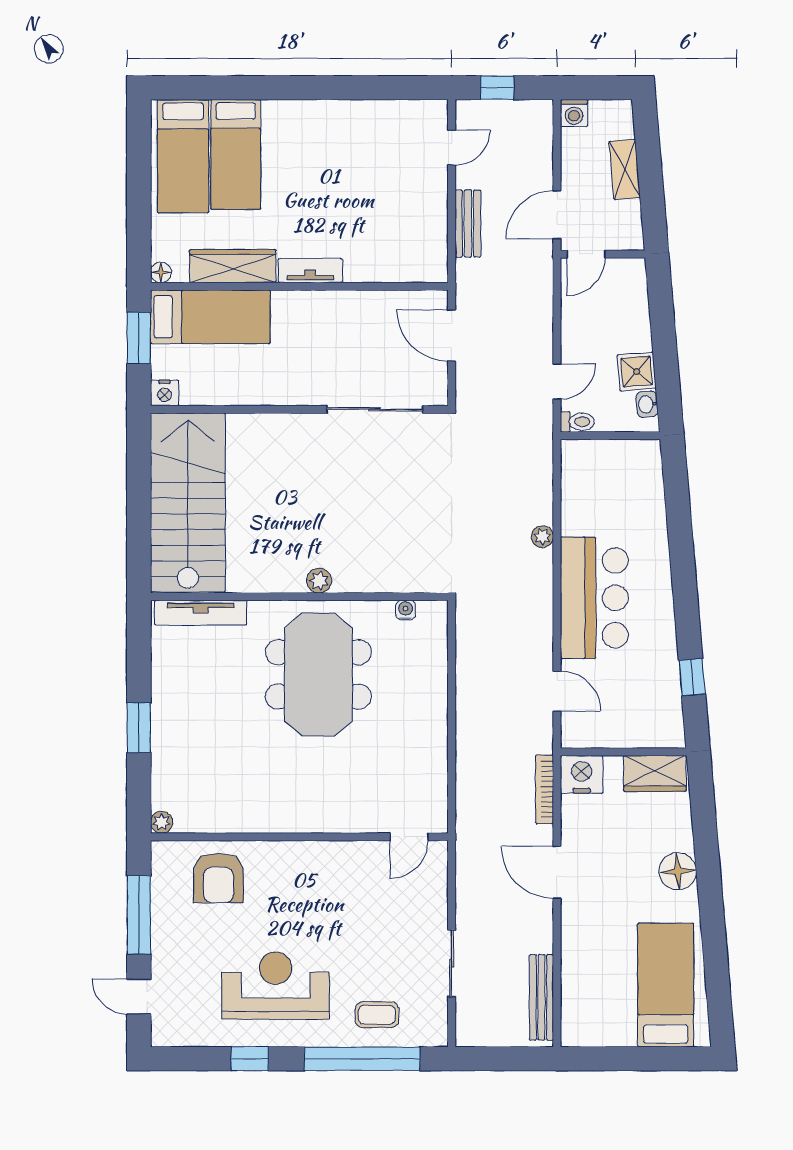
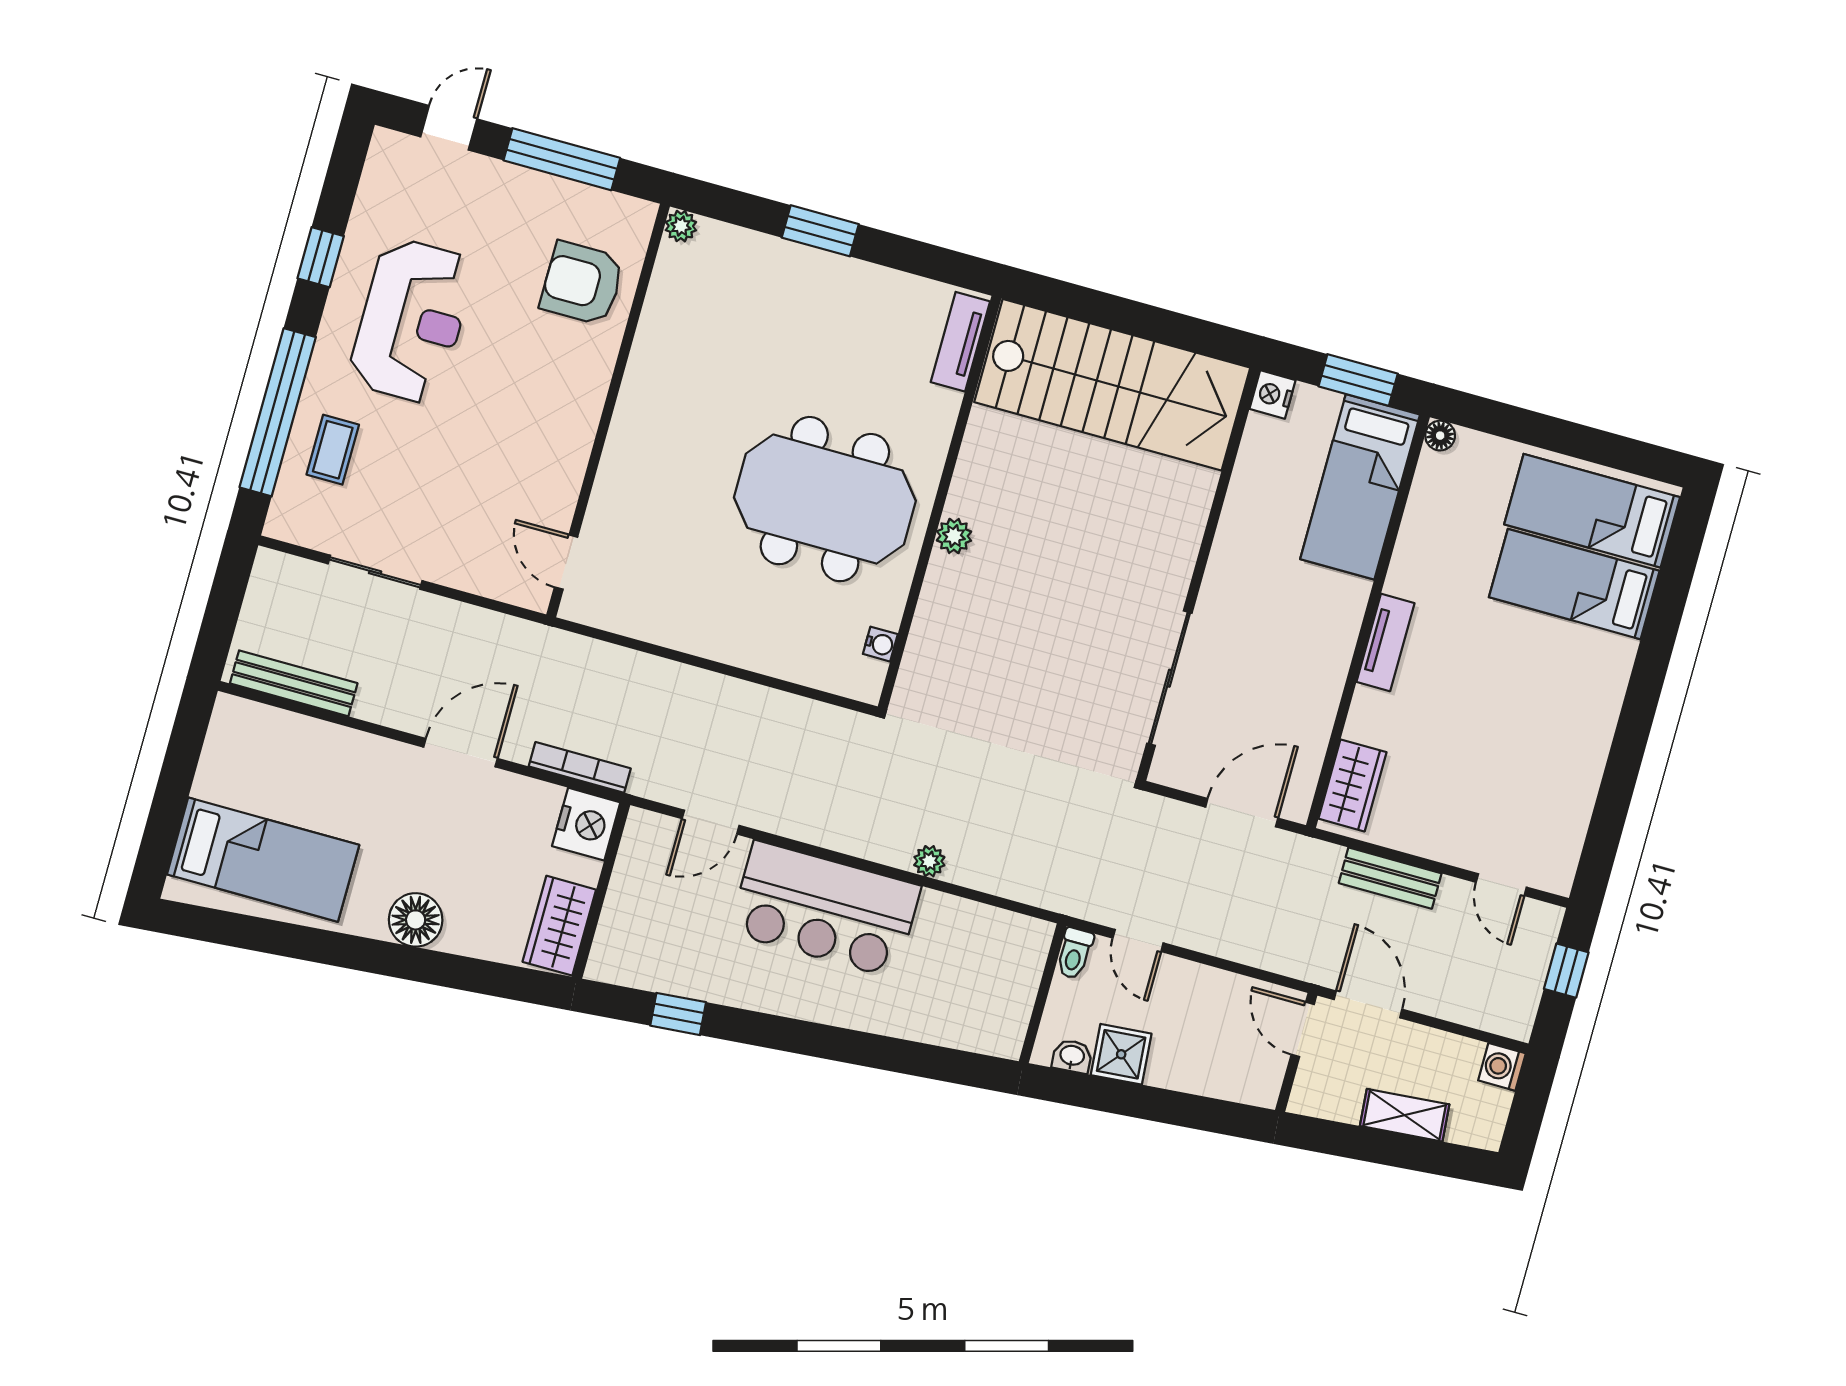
wardrobe: (233, 266) -> (1353, 785), moved, width x0.67
tv unit: (201, 613) -> (960, 342), width x0.71

